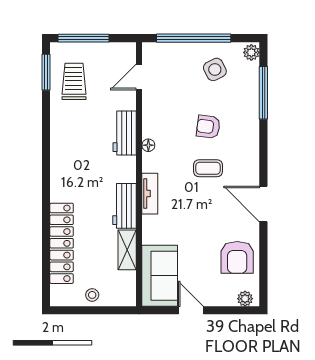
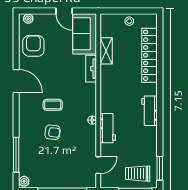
side table: (215, 69) -> (48, 170), removed
trolley: (74, 81) -> (138, 174), moved, turned 90
tv unit: (150, 194) -> (91, 69), moved
workbench: (125, 206) -> (149, 111), moved, turned 180

